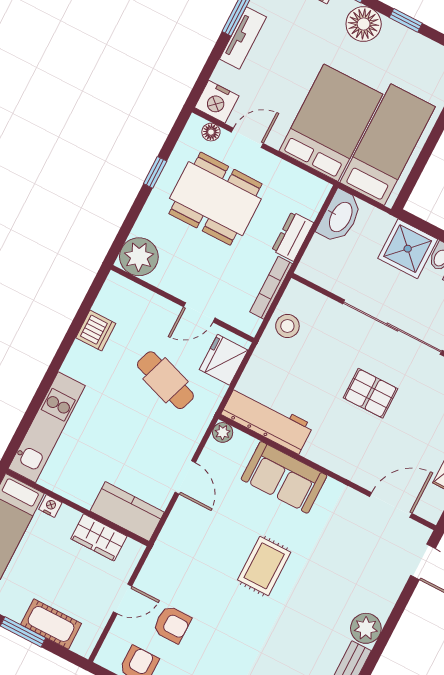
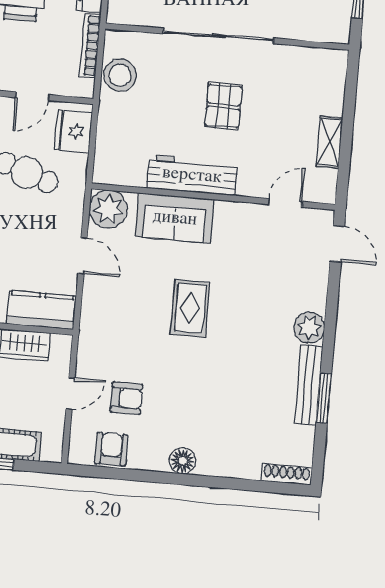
stool: (287, 326) -> (120, 75), width x1.38, depth x1.38
pallet: (371, 393) -> (223, 106), turned 90
workbench: (267, 420) -> (192, 175), moved
plant: (223, 432) -> (108, 209), width x1.88, depth x1.88
door: (391, 505) -> (285, 203), width x0.73

